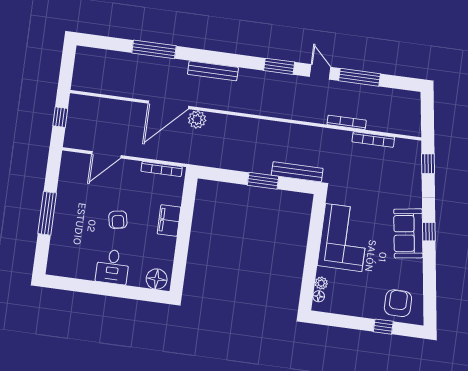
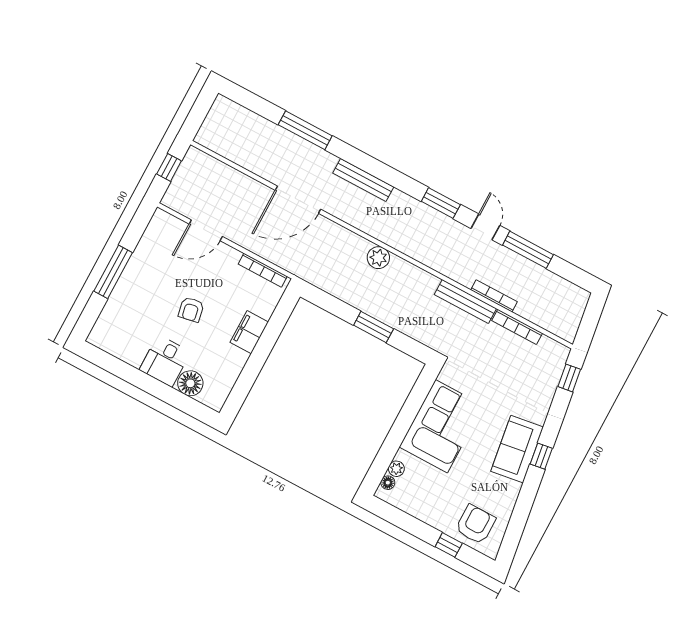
plant: (197, 119) -> (378, 258), moved
bench: (297, 172) -> (465, 302), moved
floor lamp: (157, 279) -> (190, 383), moved

